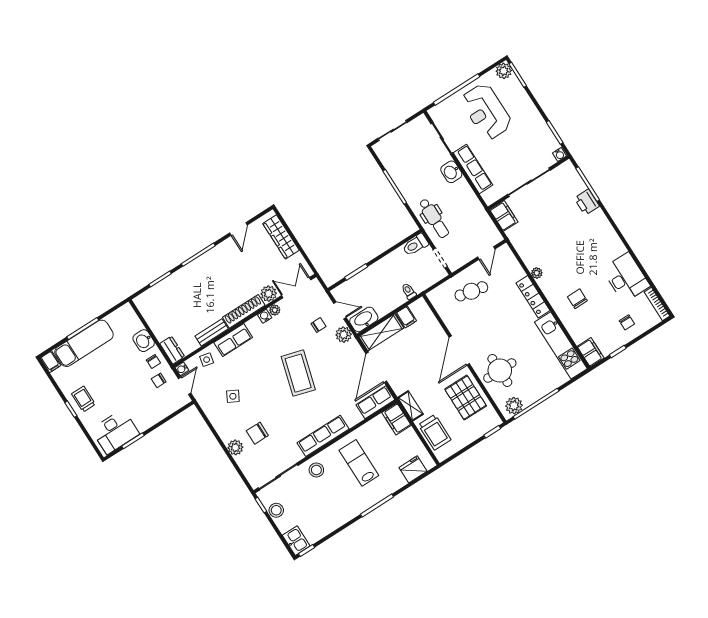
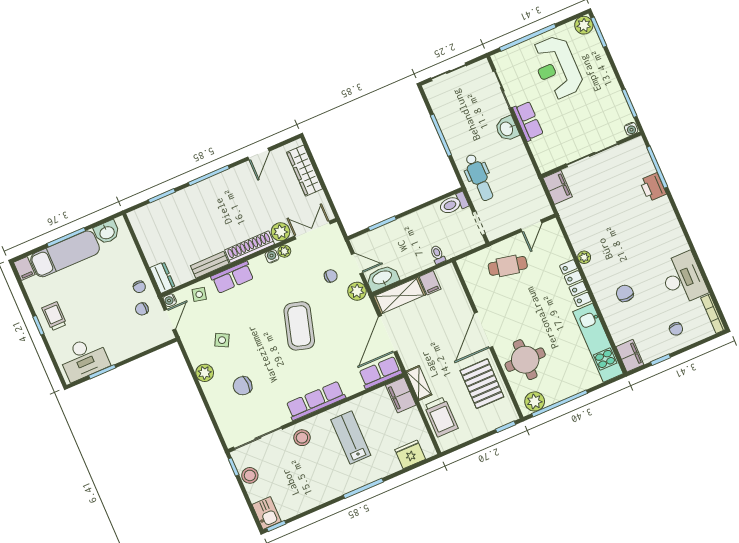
row of seats: (473, 169) -> (528, 121), width x0.68
washbasin: (144, 341) -> (107, 232), moved, turned -90
plant: (235, 447) -> (205, 373), moved

